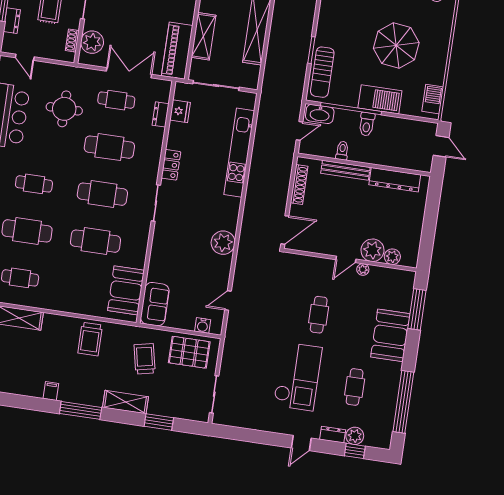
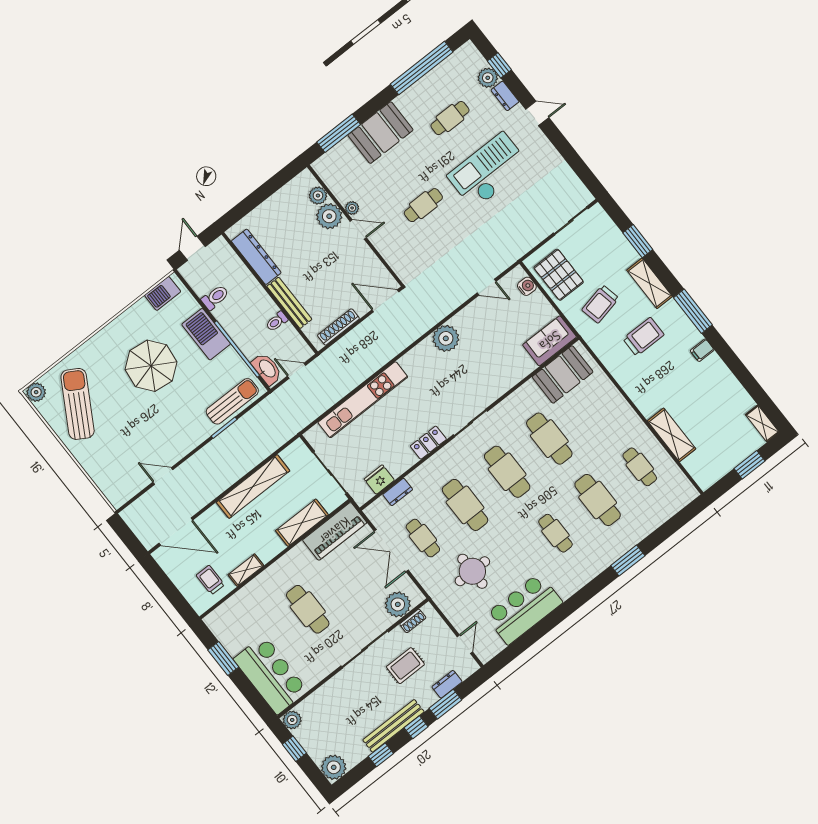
toilet: (367, 124) -> (215, 297), moved
trolley: (90, 339) -> (643, 337), moved

